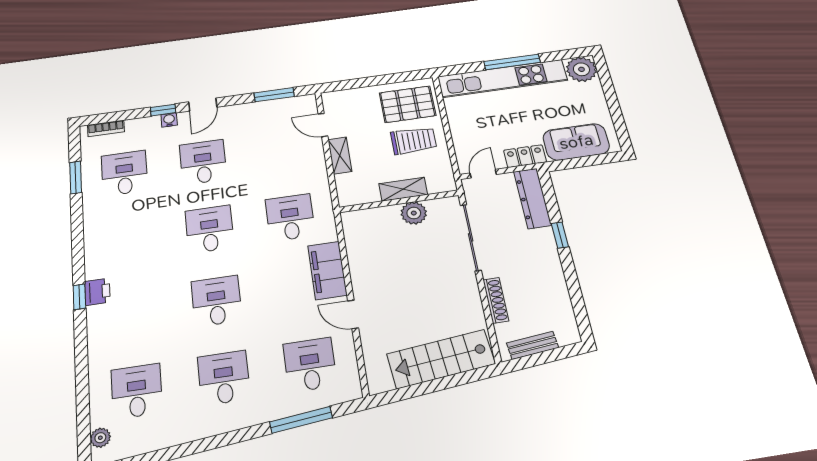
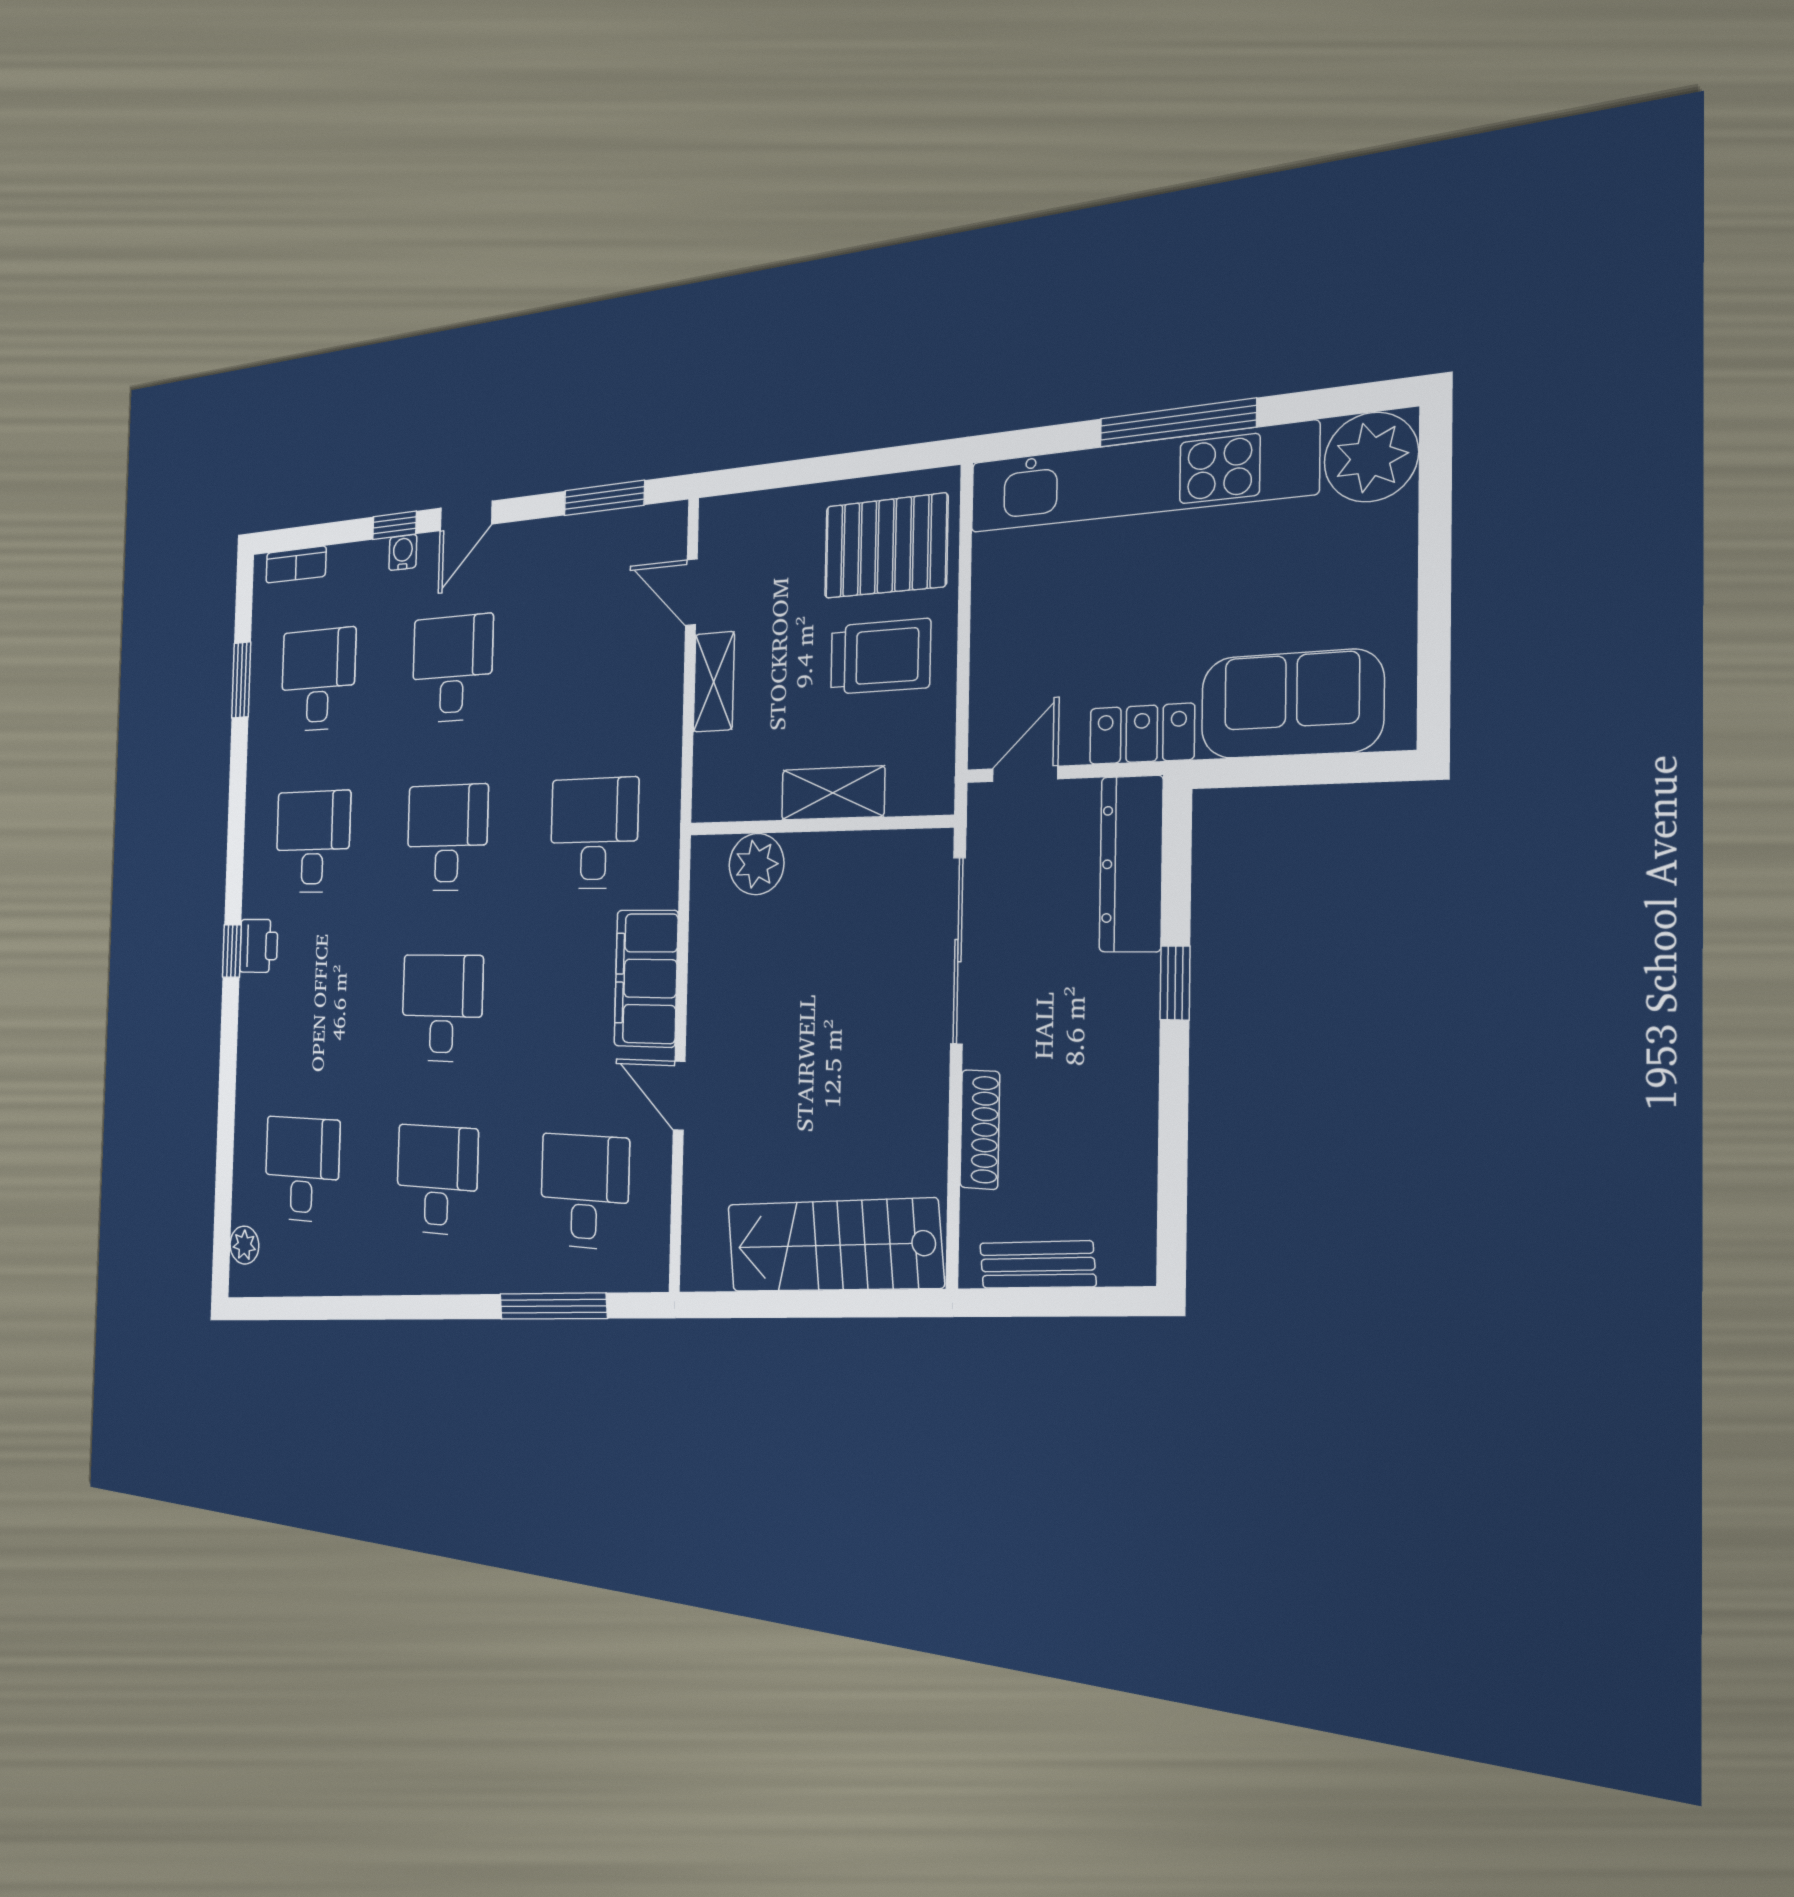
plant: (414, 213) -> (756, 864), moved
desk: (128, 241) -> (313, 842), added

